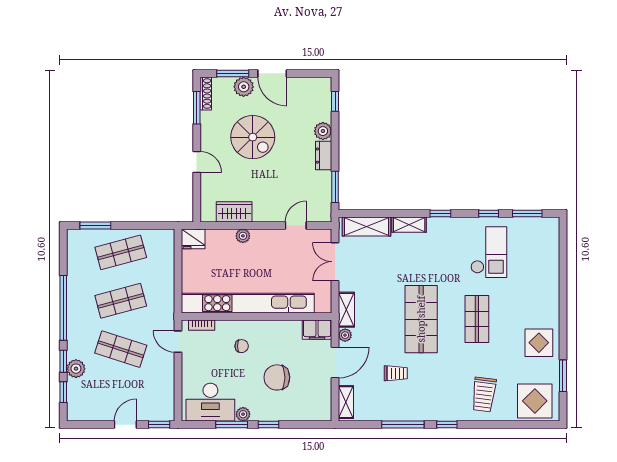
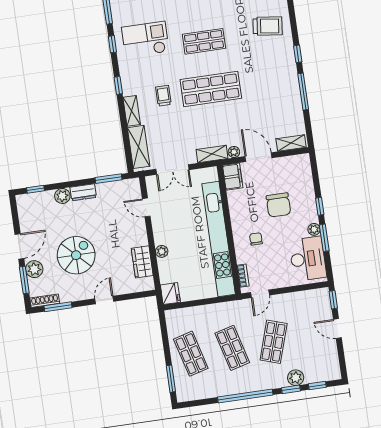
trolley: (396, 373) -> (163, 96), moved

